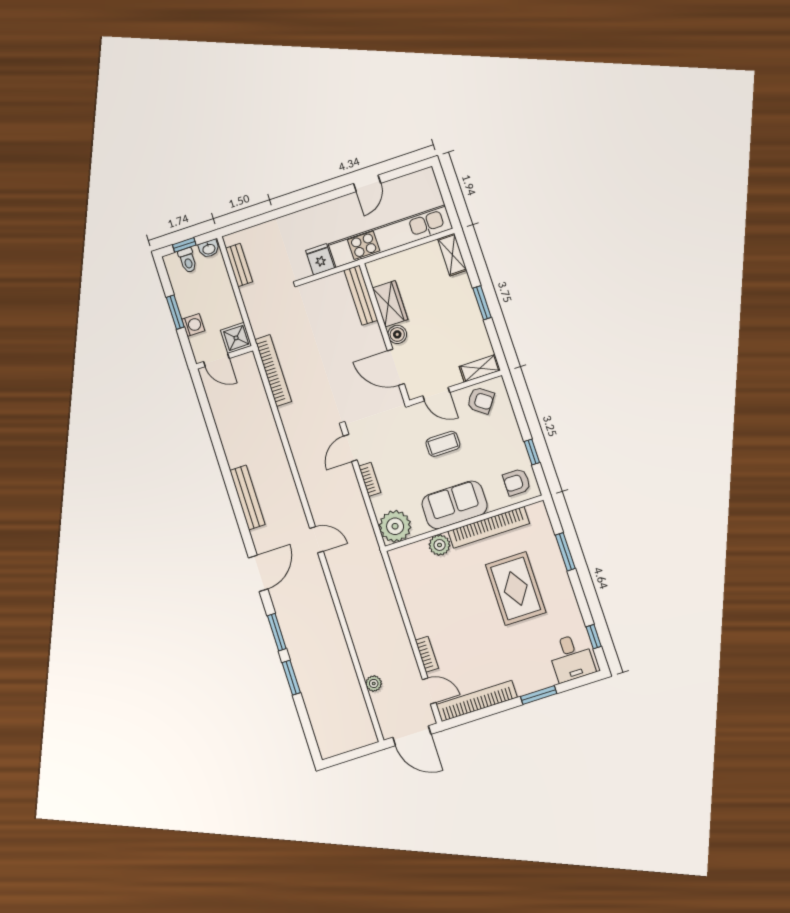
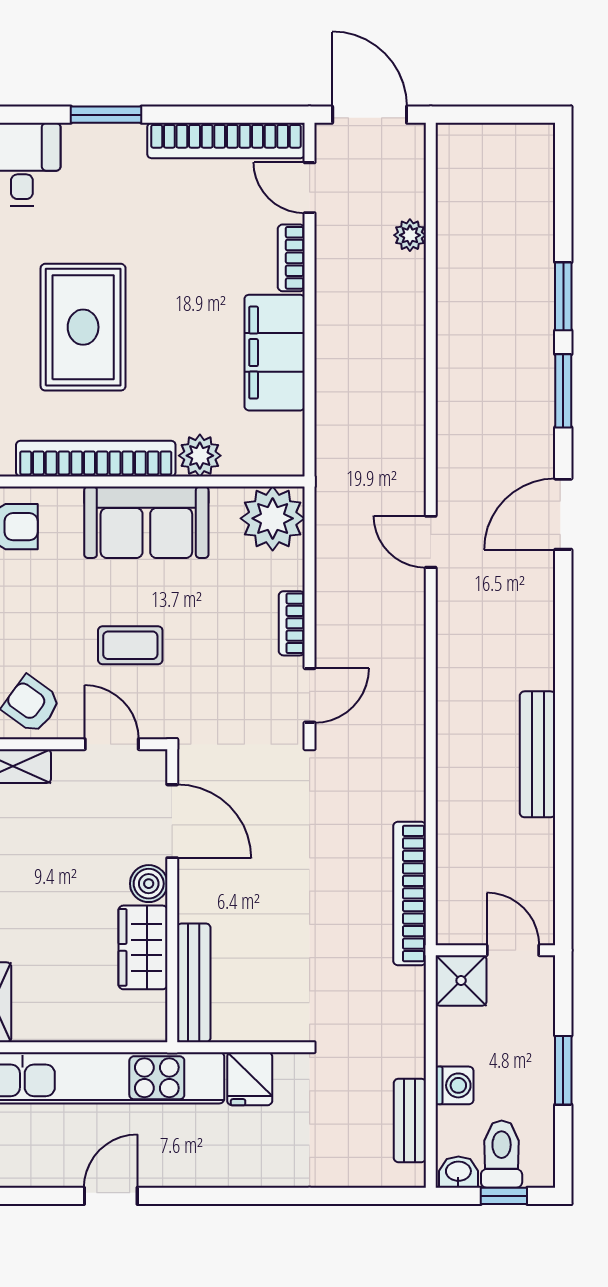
toilet: (188, 260) -> (502, 1154), width x1.37, depth x1.39
washing machine: (193, 325) -> (455, 1085), moved, turned 180
bench: (247, 497) -> (538, 754), moved
filing cabinet: (420, 606) -> (275, 353), added

